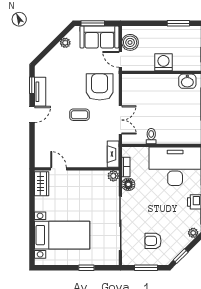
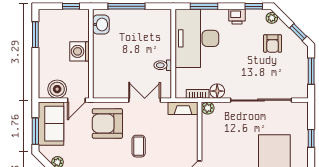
armchair: (153, 241) -> (273, 43), moved

